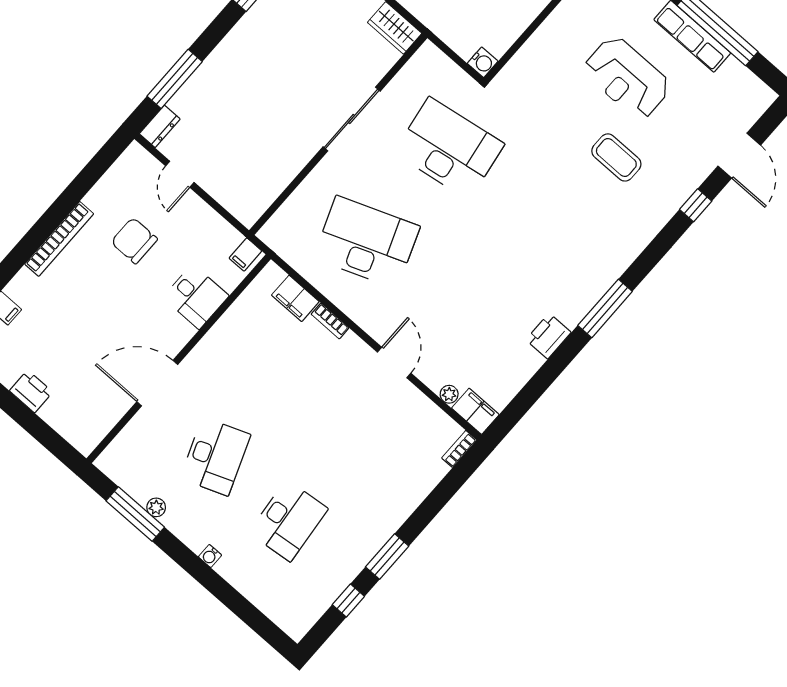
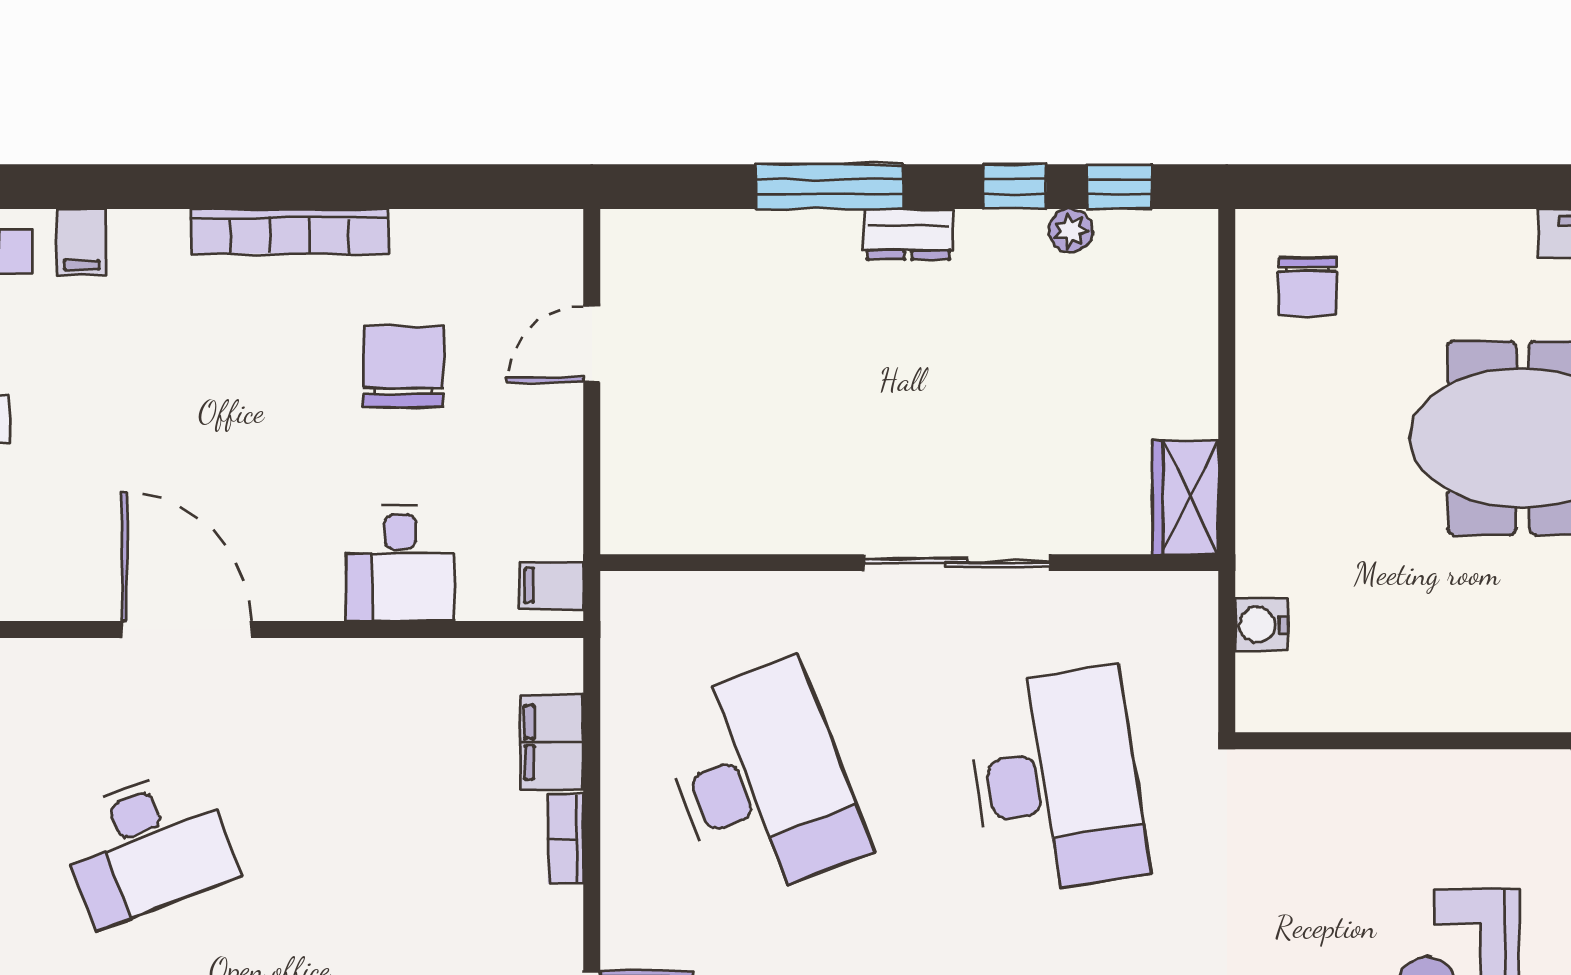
water cooler: (483, 62) -> (1261, 624), moved, turned 90
window: (175, 79) -> (830, 187), moved
dresser: (160, 126) -> (908, 234), moved

